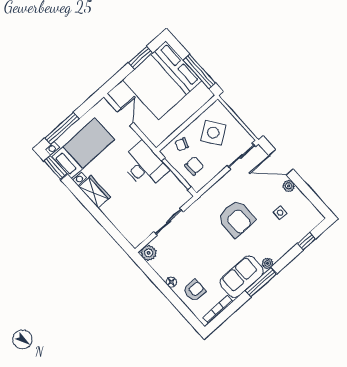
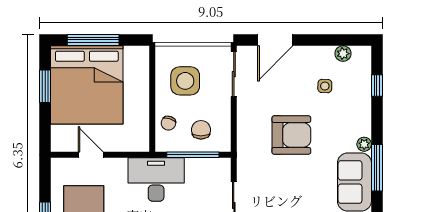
window: (199, 71) -> (93, 40), moved
side table: (213, 133) -> (185, 81), turned 36
plant: (289, 186) -> (343, 54), moved

